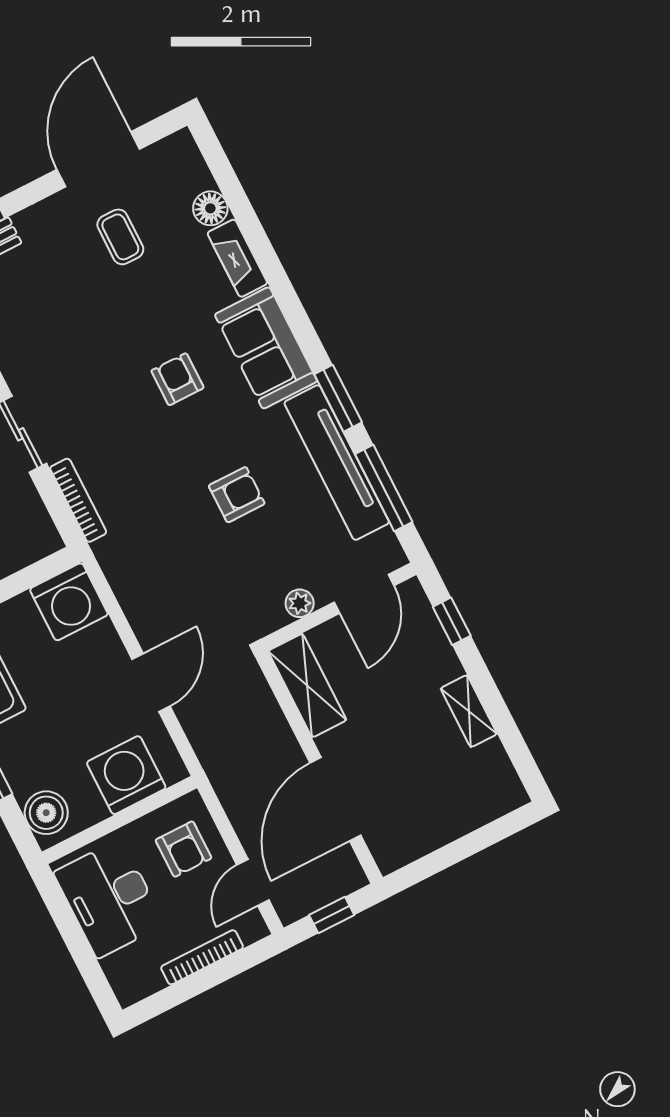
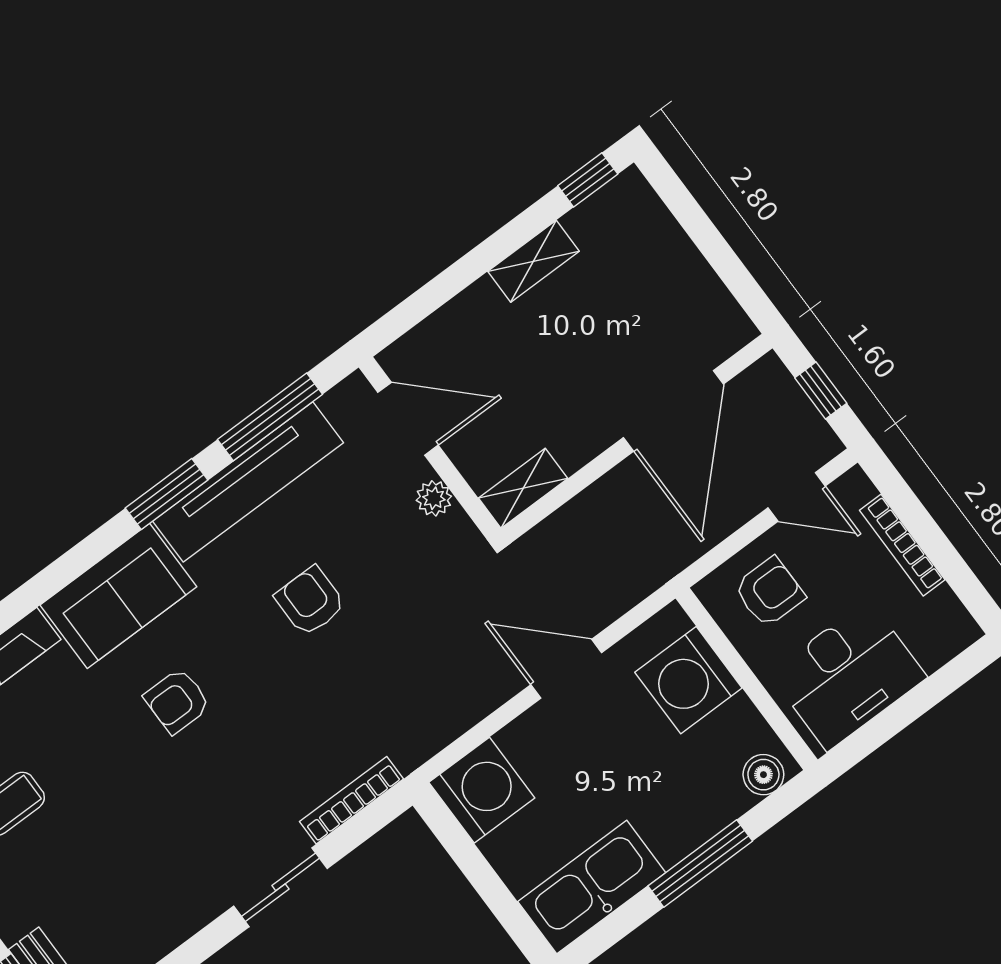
window: (452, 621) -> (588, 180), moved
shelving: (307, 686) -> (523, 488), width x0.67, depth x0.75
door: (335, 799) -> (674, 411), hinge flipped
boiler: (46, 813) -> (763, 775), width x0.73, depth x0.73

